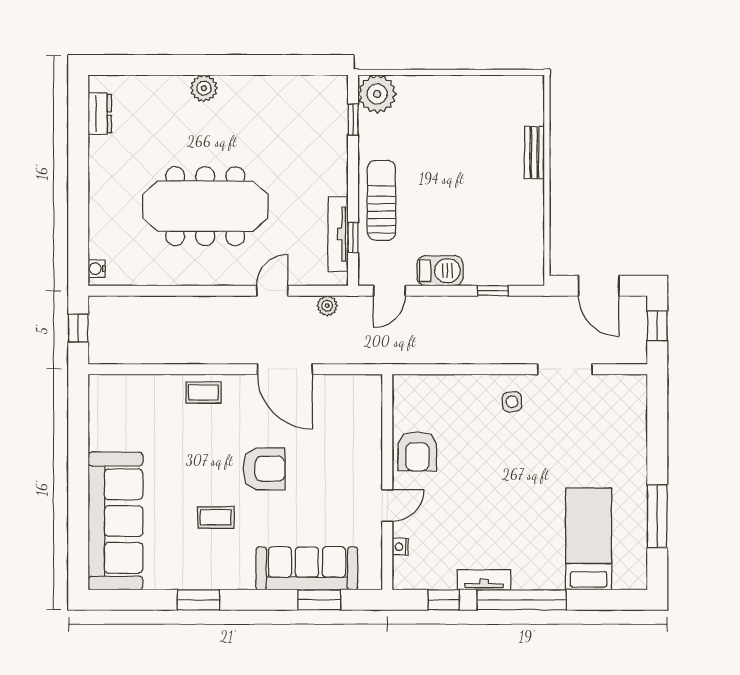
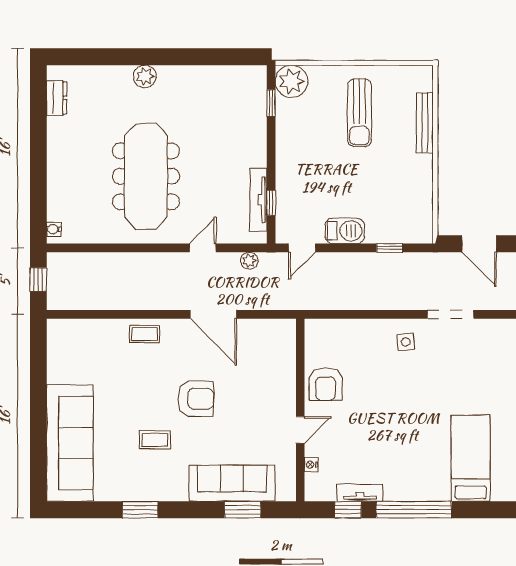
bench: (534, 153) -> (425, 123), width x1.36
sun lounger: (381, 200) -> (360, 113), moved, turned 180
meeting table: (205, 206) -> (146, 176), turned 90
tv unit: (484, 580) -> (360, 493), moved

